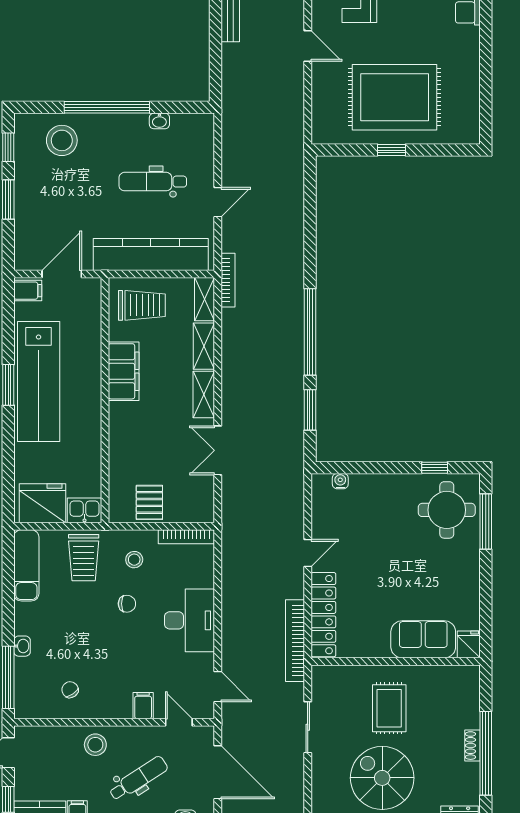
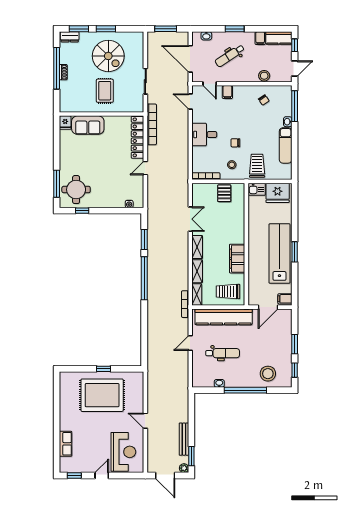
exam couch: (26, 565) -> (286, 145), moved
desk: (189, 620) -> (204, 135), width x0.73
stool: (95, 745) -> (264, 76), moved

